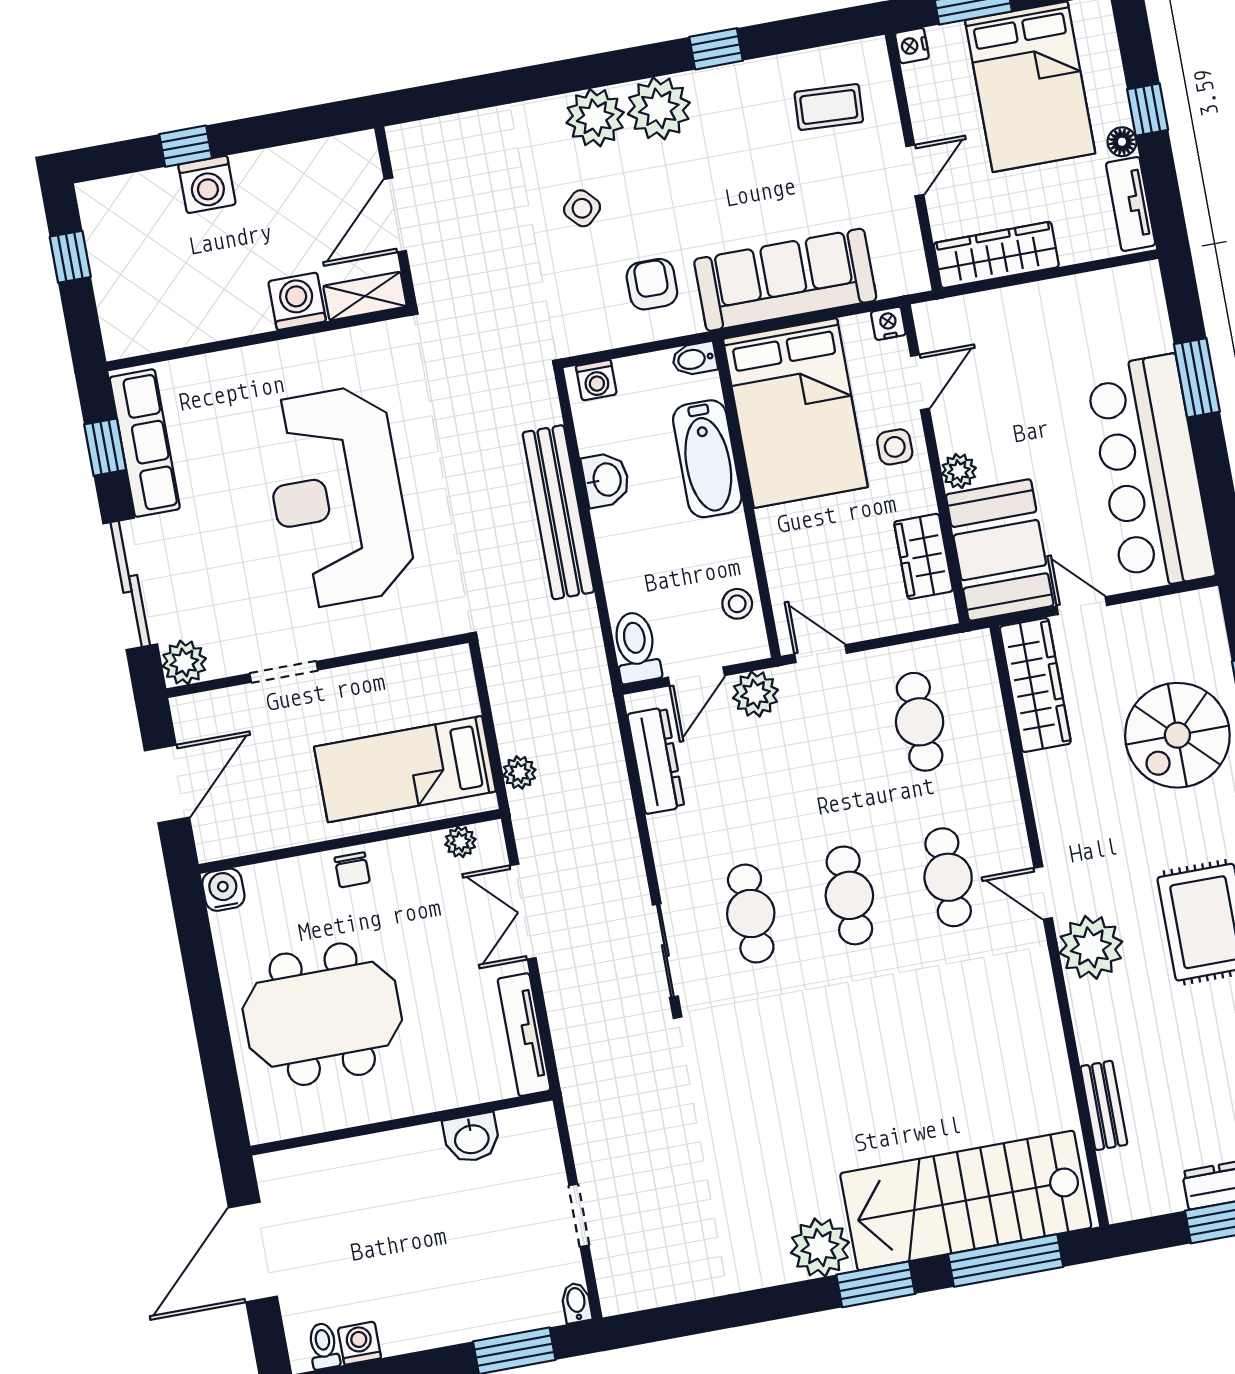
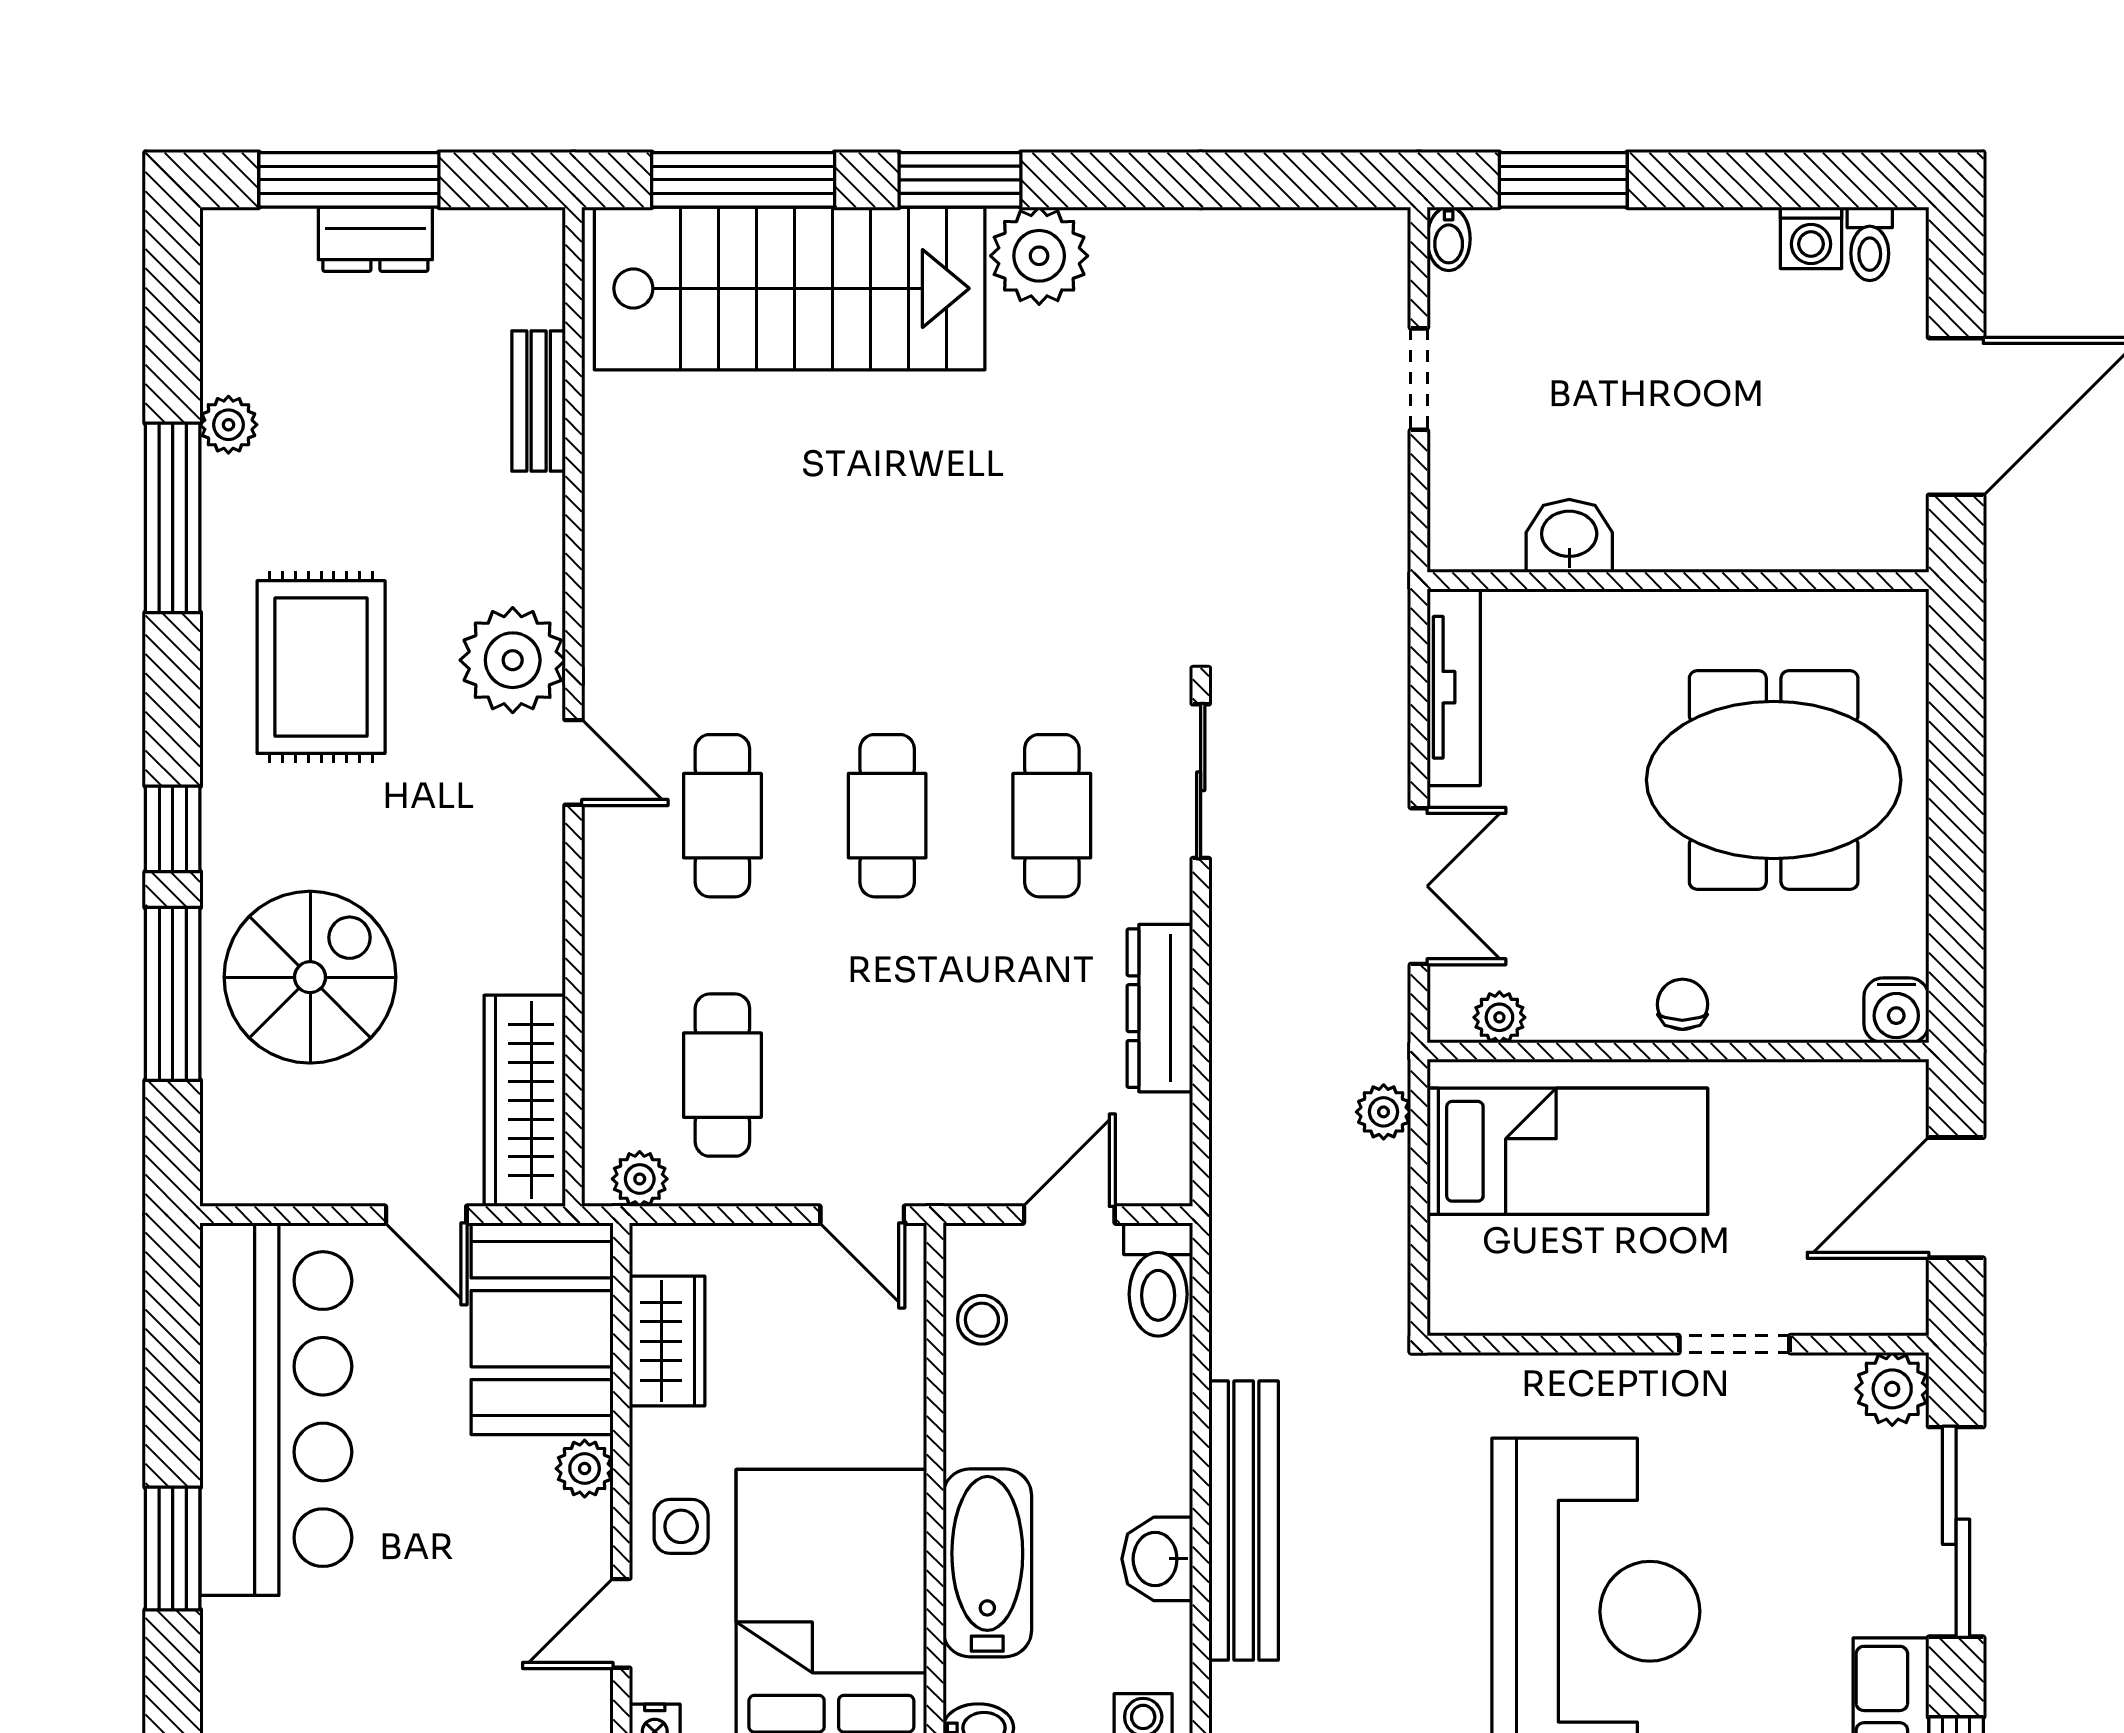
plant: (755, 694) -> (640, 1179), moved, width x0.73, depth x0.73
dresser: (656, 761) -> (1160, 1008), moved

